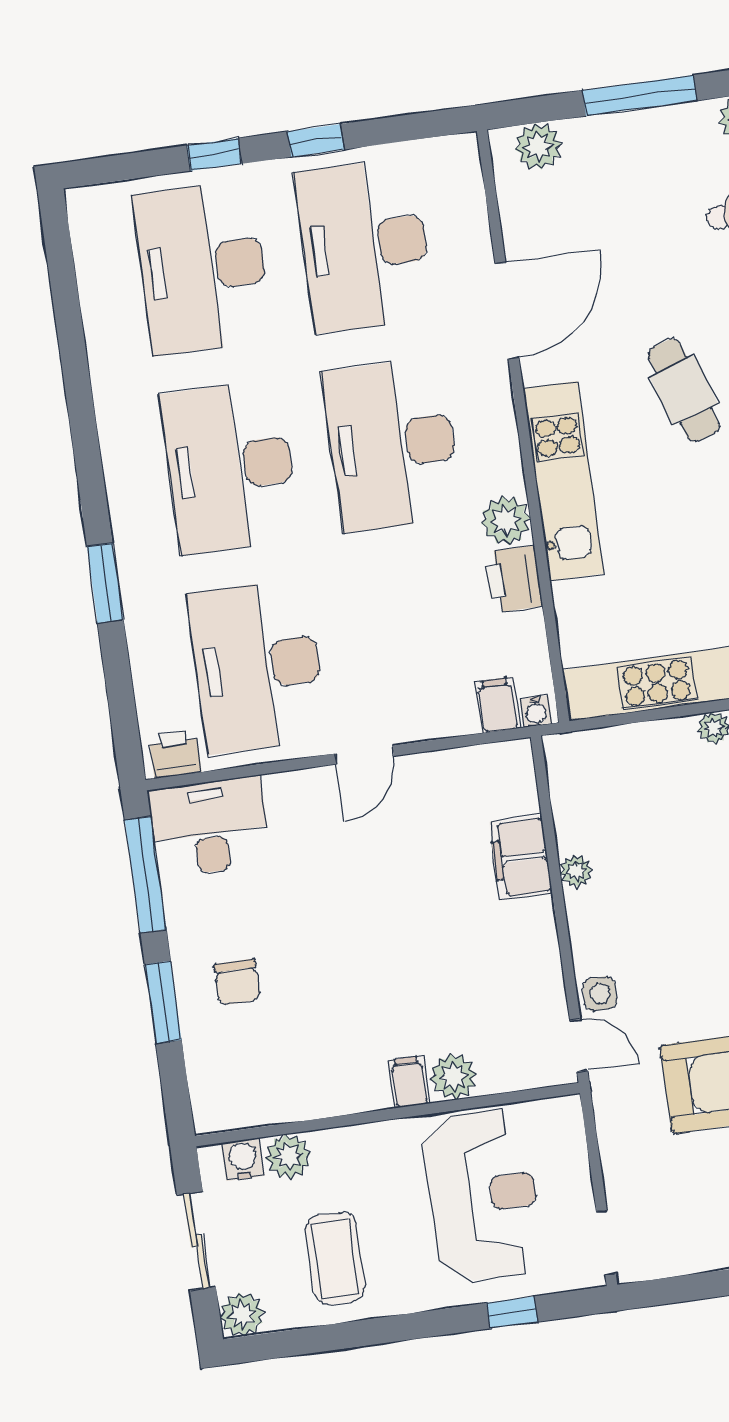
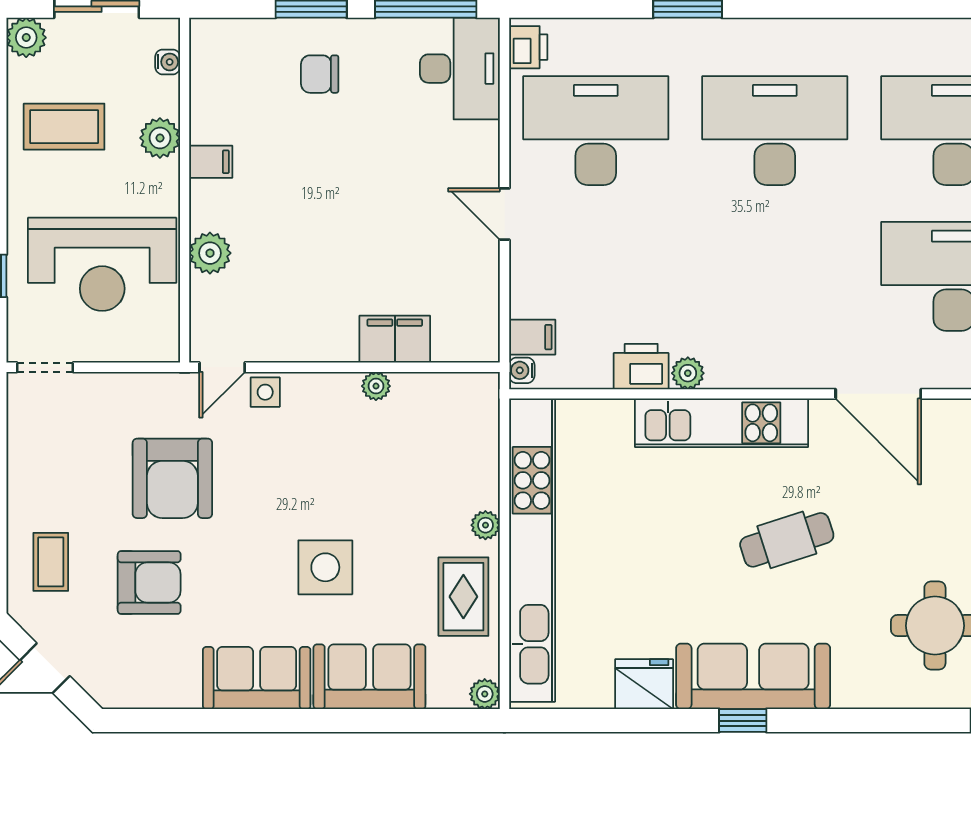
desk: (392, 444) -> (775, 276), removed
plant: (506, 520) -> (688, 373), width x0.73, depth x0.73
filing cabinet: (409, 1082) -> (211, 162), moved
plant: (288, 1156) -> (160, 138), moved
water cooler: (243, 1159) -> (168, 62), width x0.72, depth x0.72

